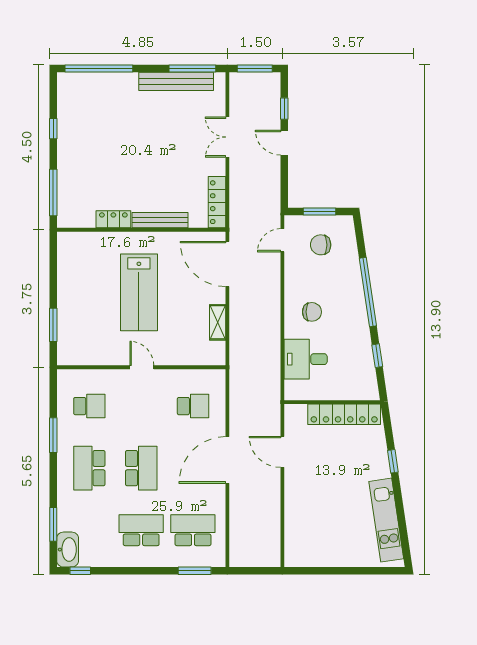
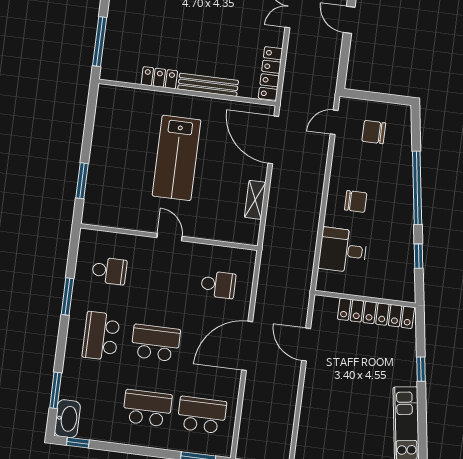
window: (319, 211) -> (377, 97), removed
school desk: (141, 468) -> (156, 343), turned -90

